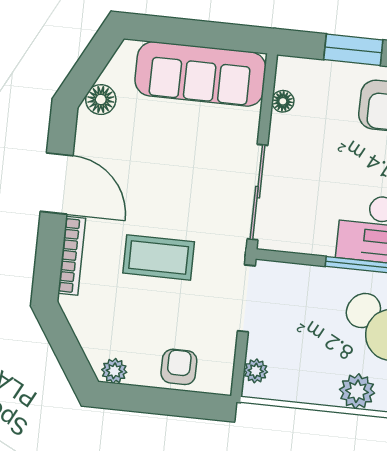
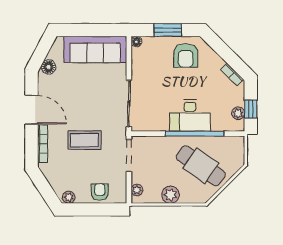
floor lamp: (283, 101) -> (136, 42), moved
plant: (357, 391) -> (171, 195), moved

